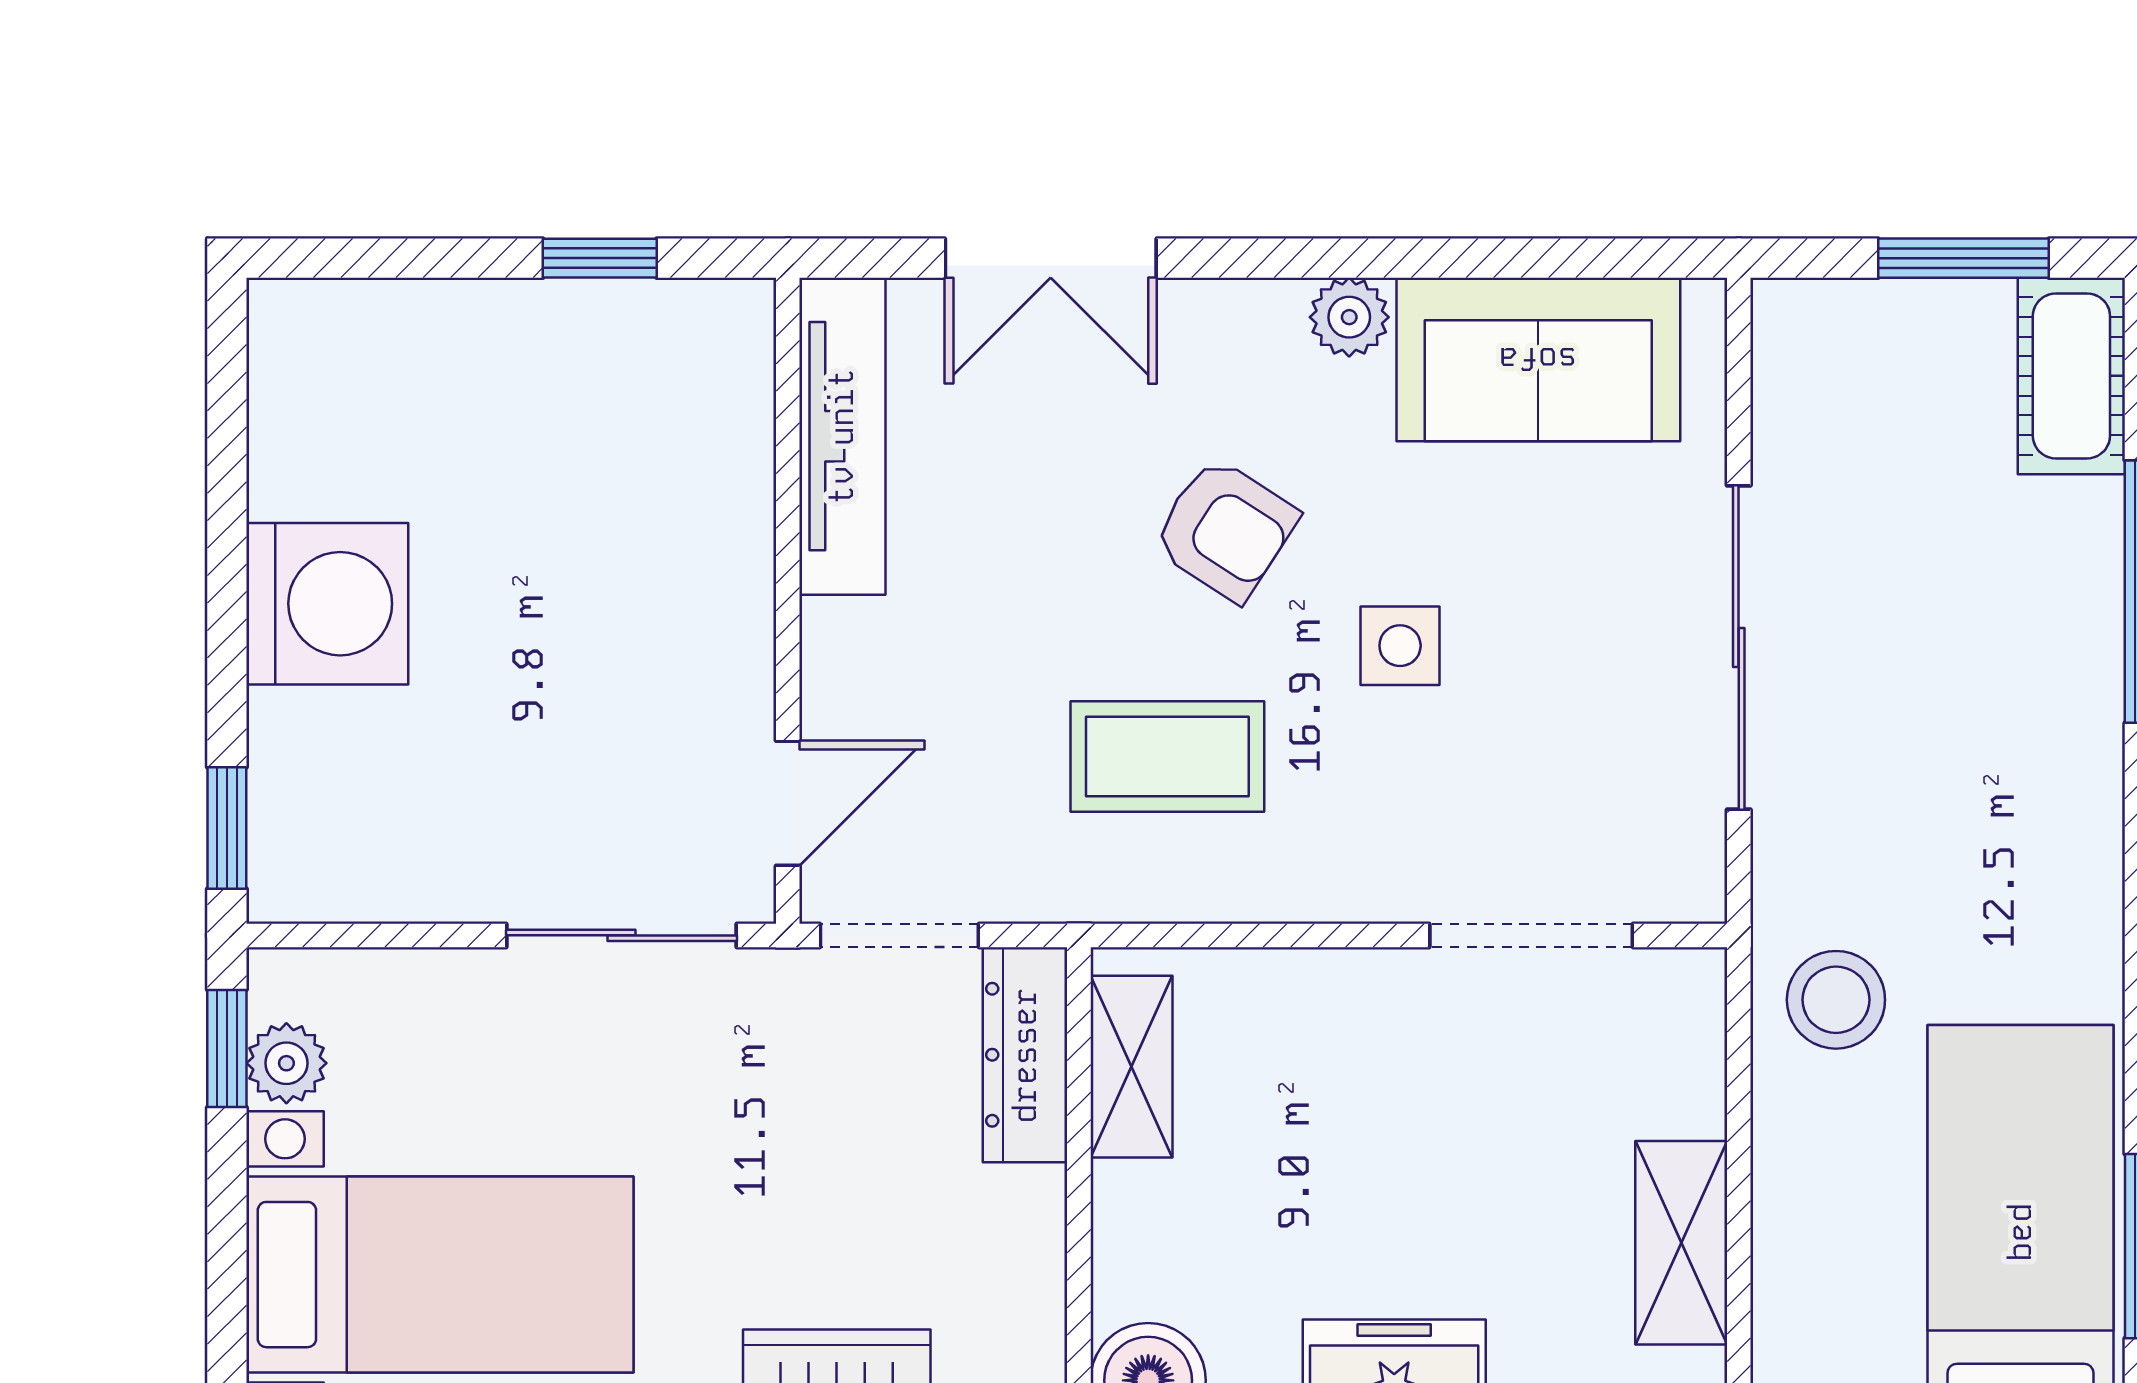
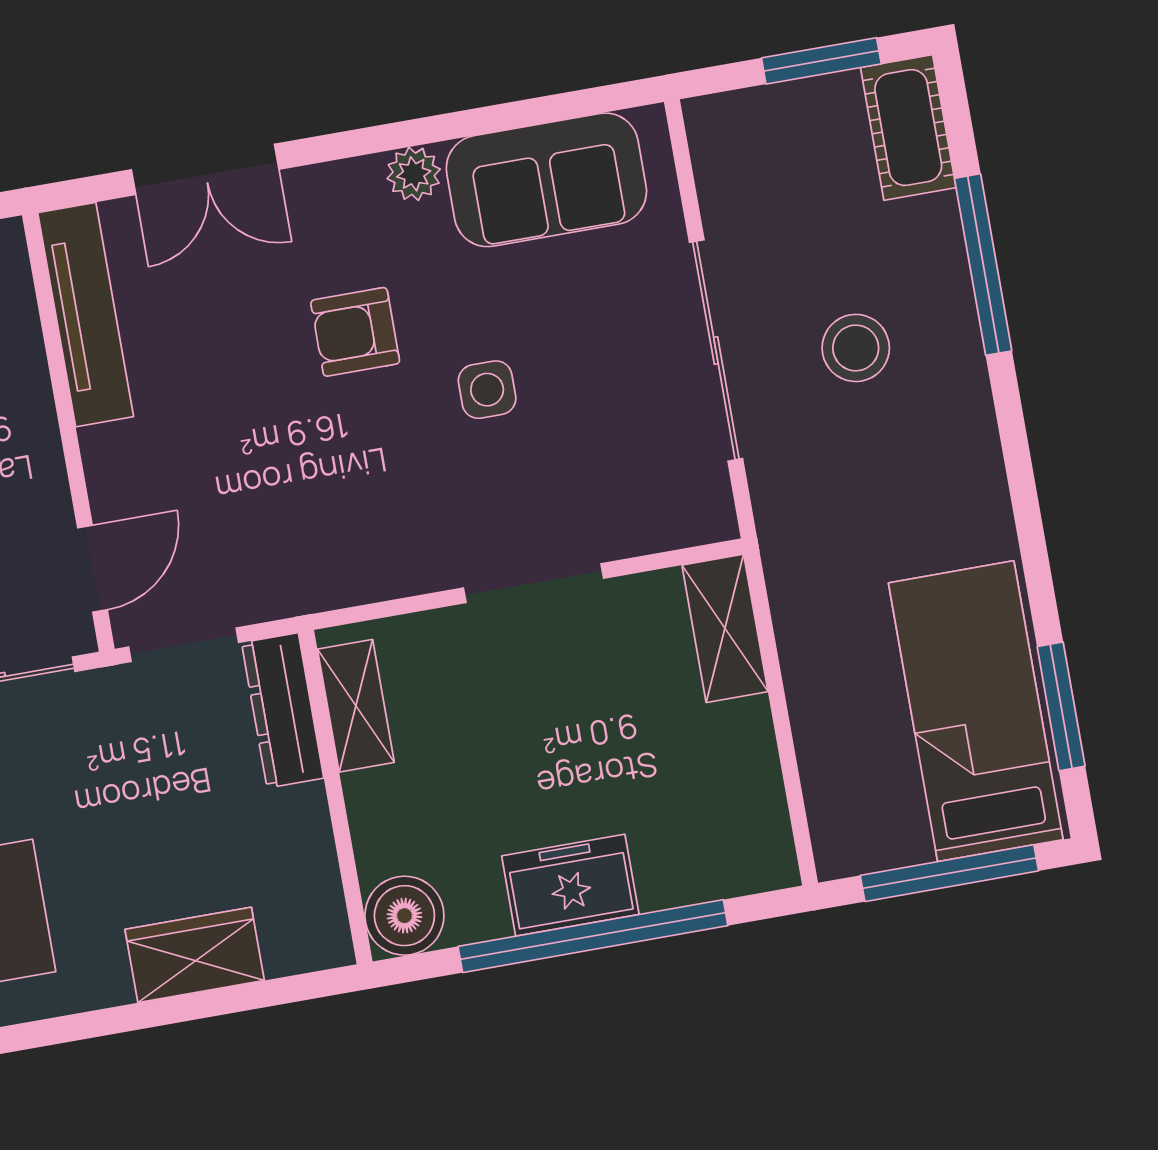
armchair: (1225, 529) -> (355, 332), turned 147
coffee table: (1167, 756) -> (343, 492), removed
doorway: (1531, 935) -> (534, 583), moved
stool: (1836, 1000) -> (856, 348), moved
shelving: (1681, 1243) -> (725, 628), moved

